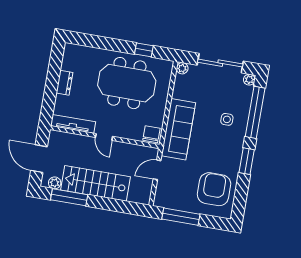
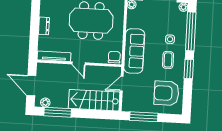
coffee table: (221, 146) -> (168, 60), added
stairs: (96, 183) -> (94, 100), moved
armchair: (214, 189) -> (166, 93), turned -90

